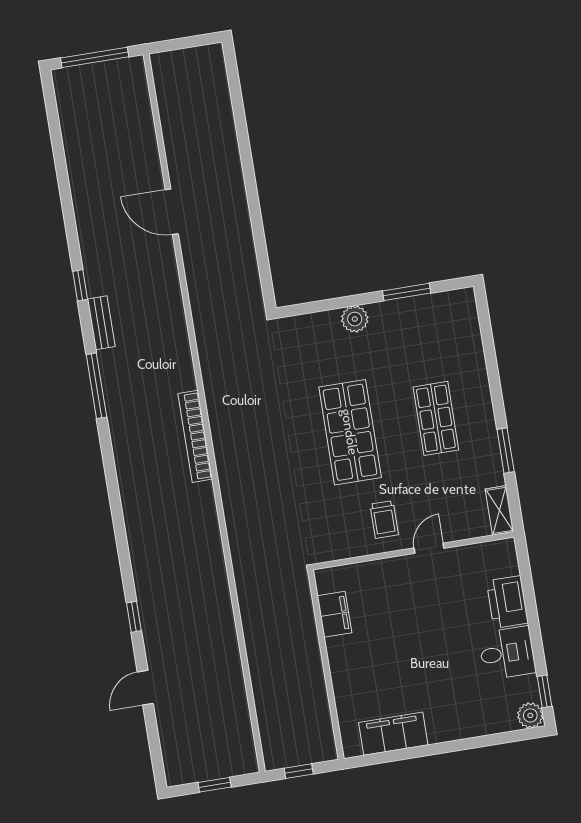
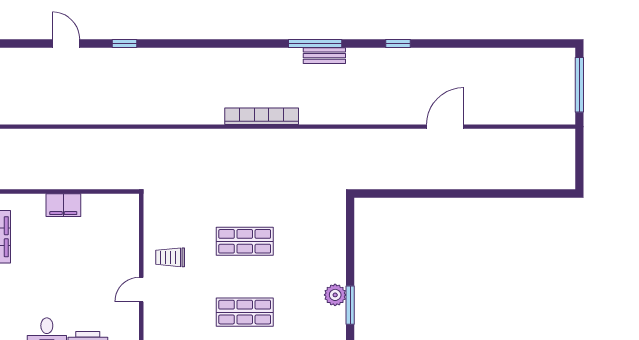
plant: (355, 319) -> (335, 295), moved
bench: (101, 323) -> (324, 56), moved
shop shelf: (350, 432) -> (245, 241), width x0.70, depth x0.74
door: (429, 548) -> (141, 290), swing flipped
filing cabinet: (334, 614) -> (63, 205), moved

